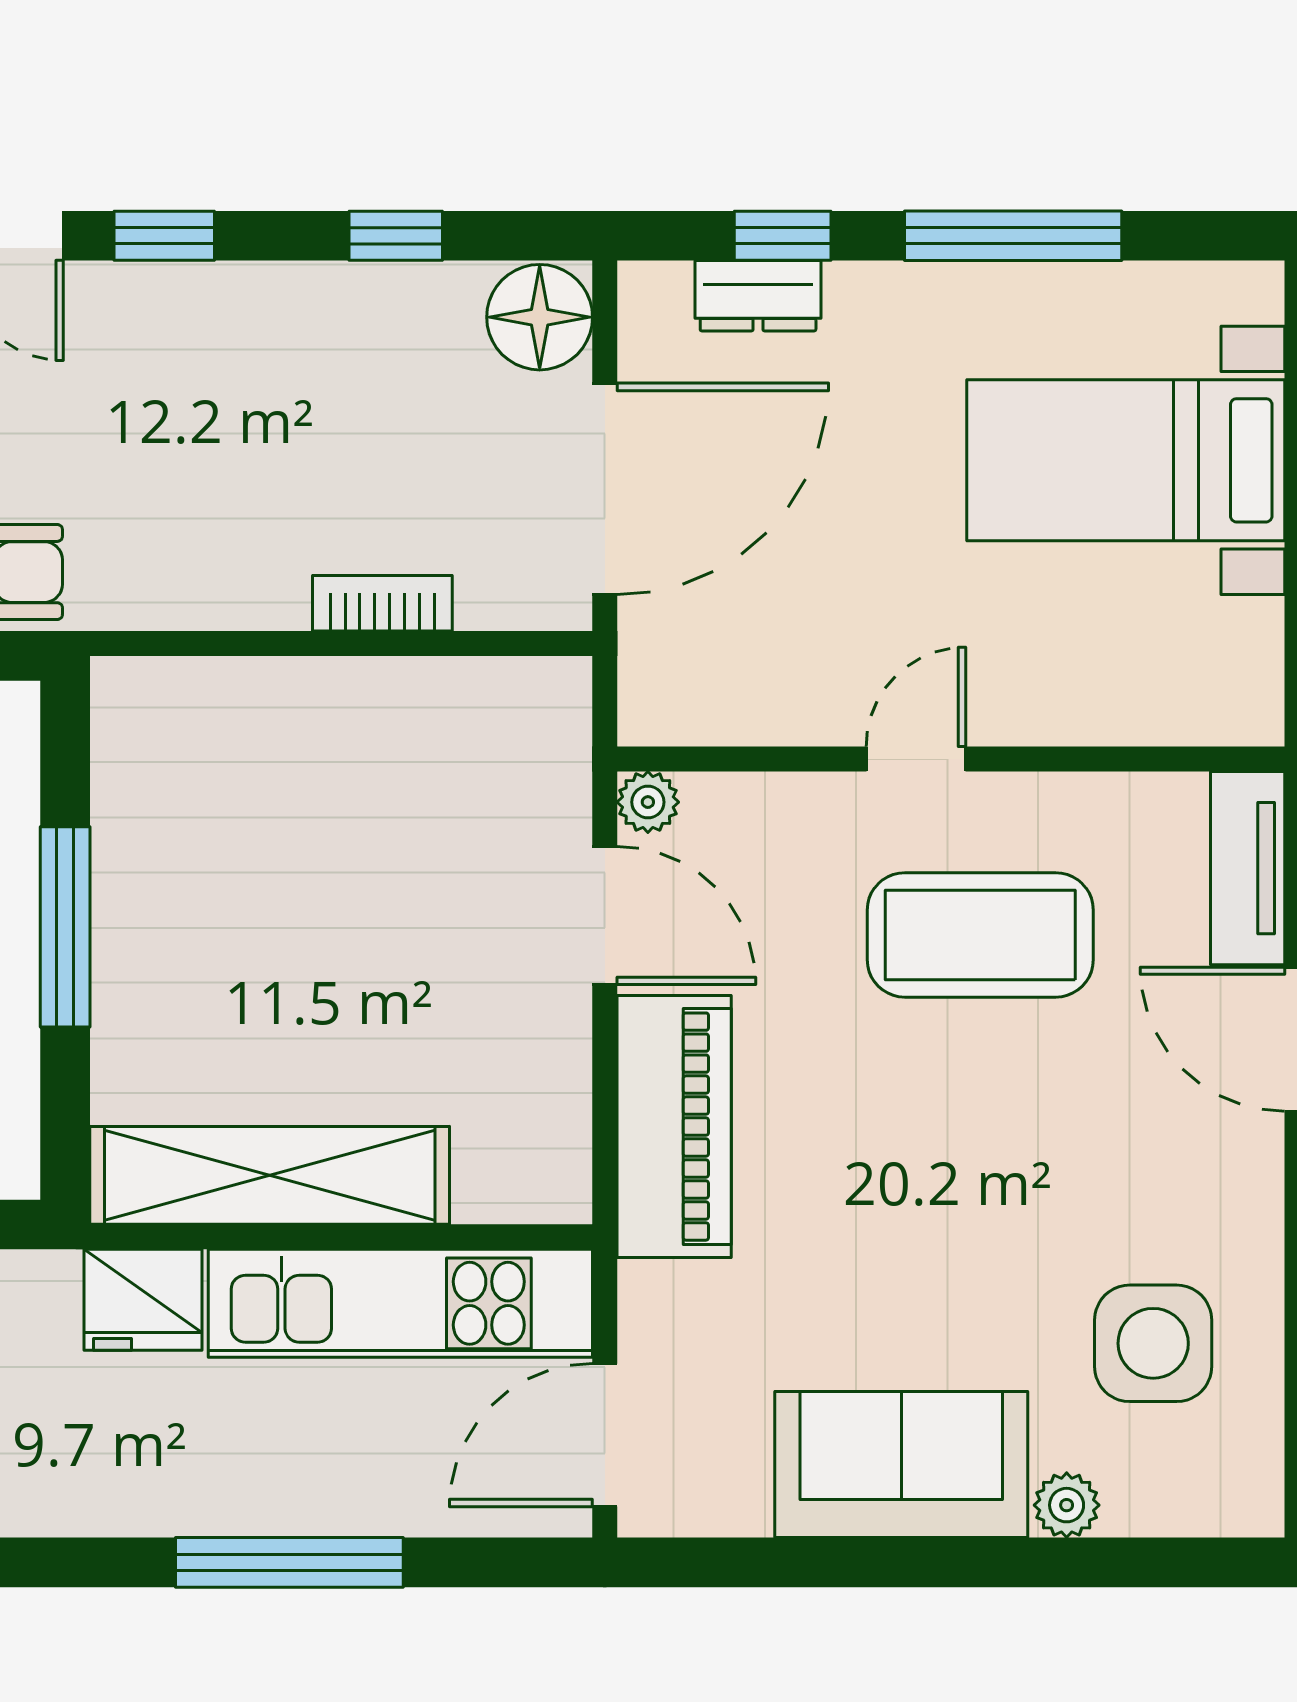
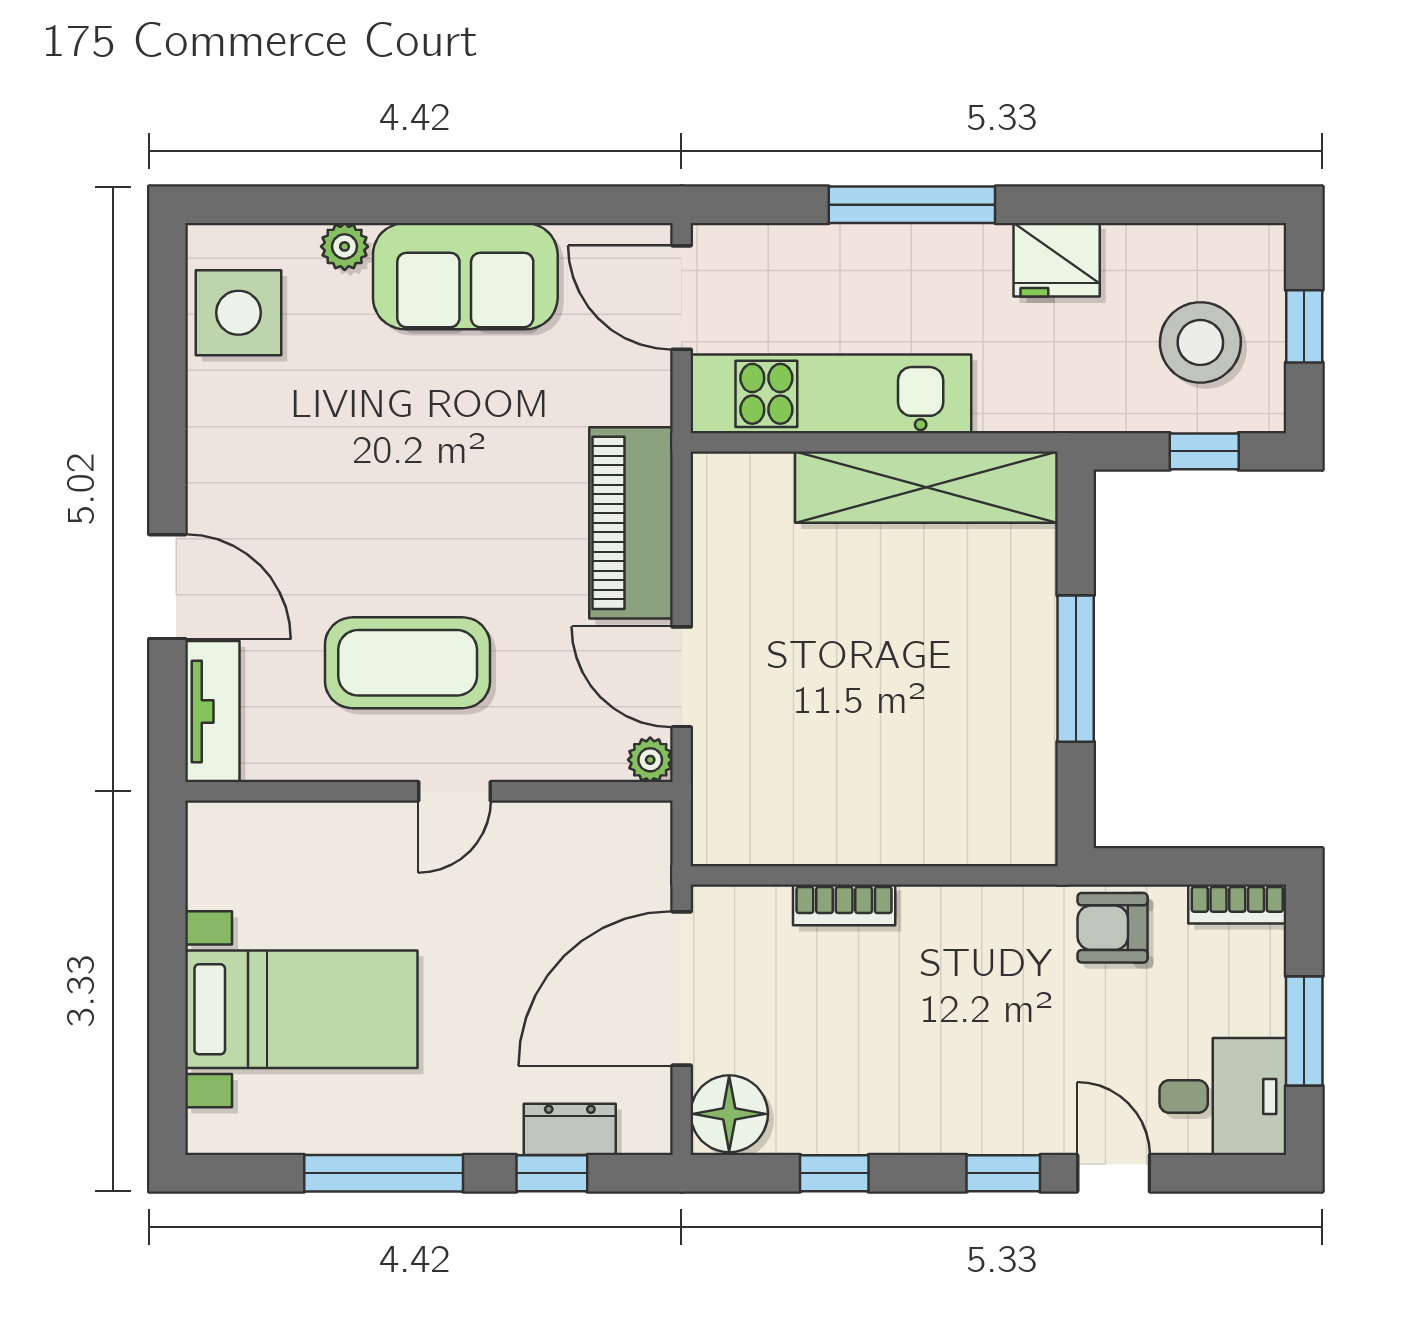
fridge: (143, 1300) -> (1057, 260), moved, turned 180
side table: (1153, 1343) -> (239, 313), moved
door: (605, 1435) -> (682, 298), swing flipped

